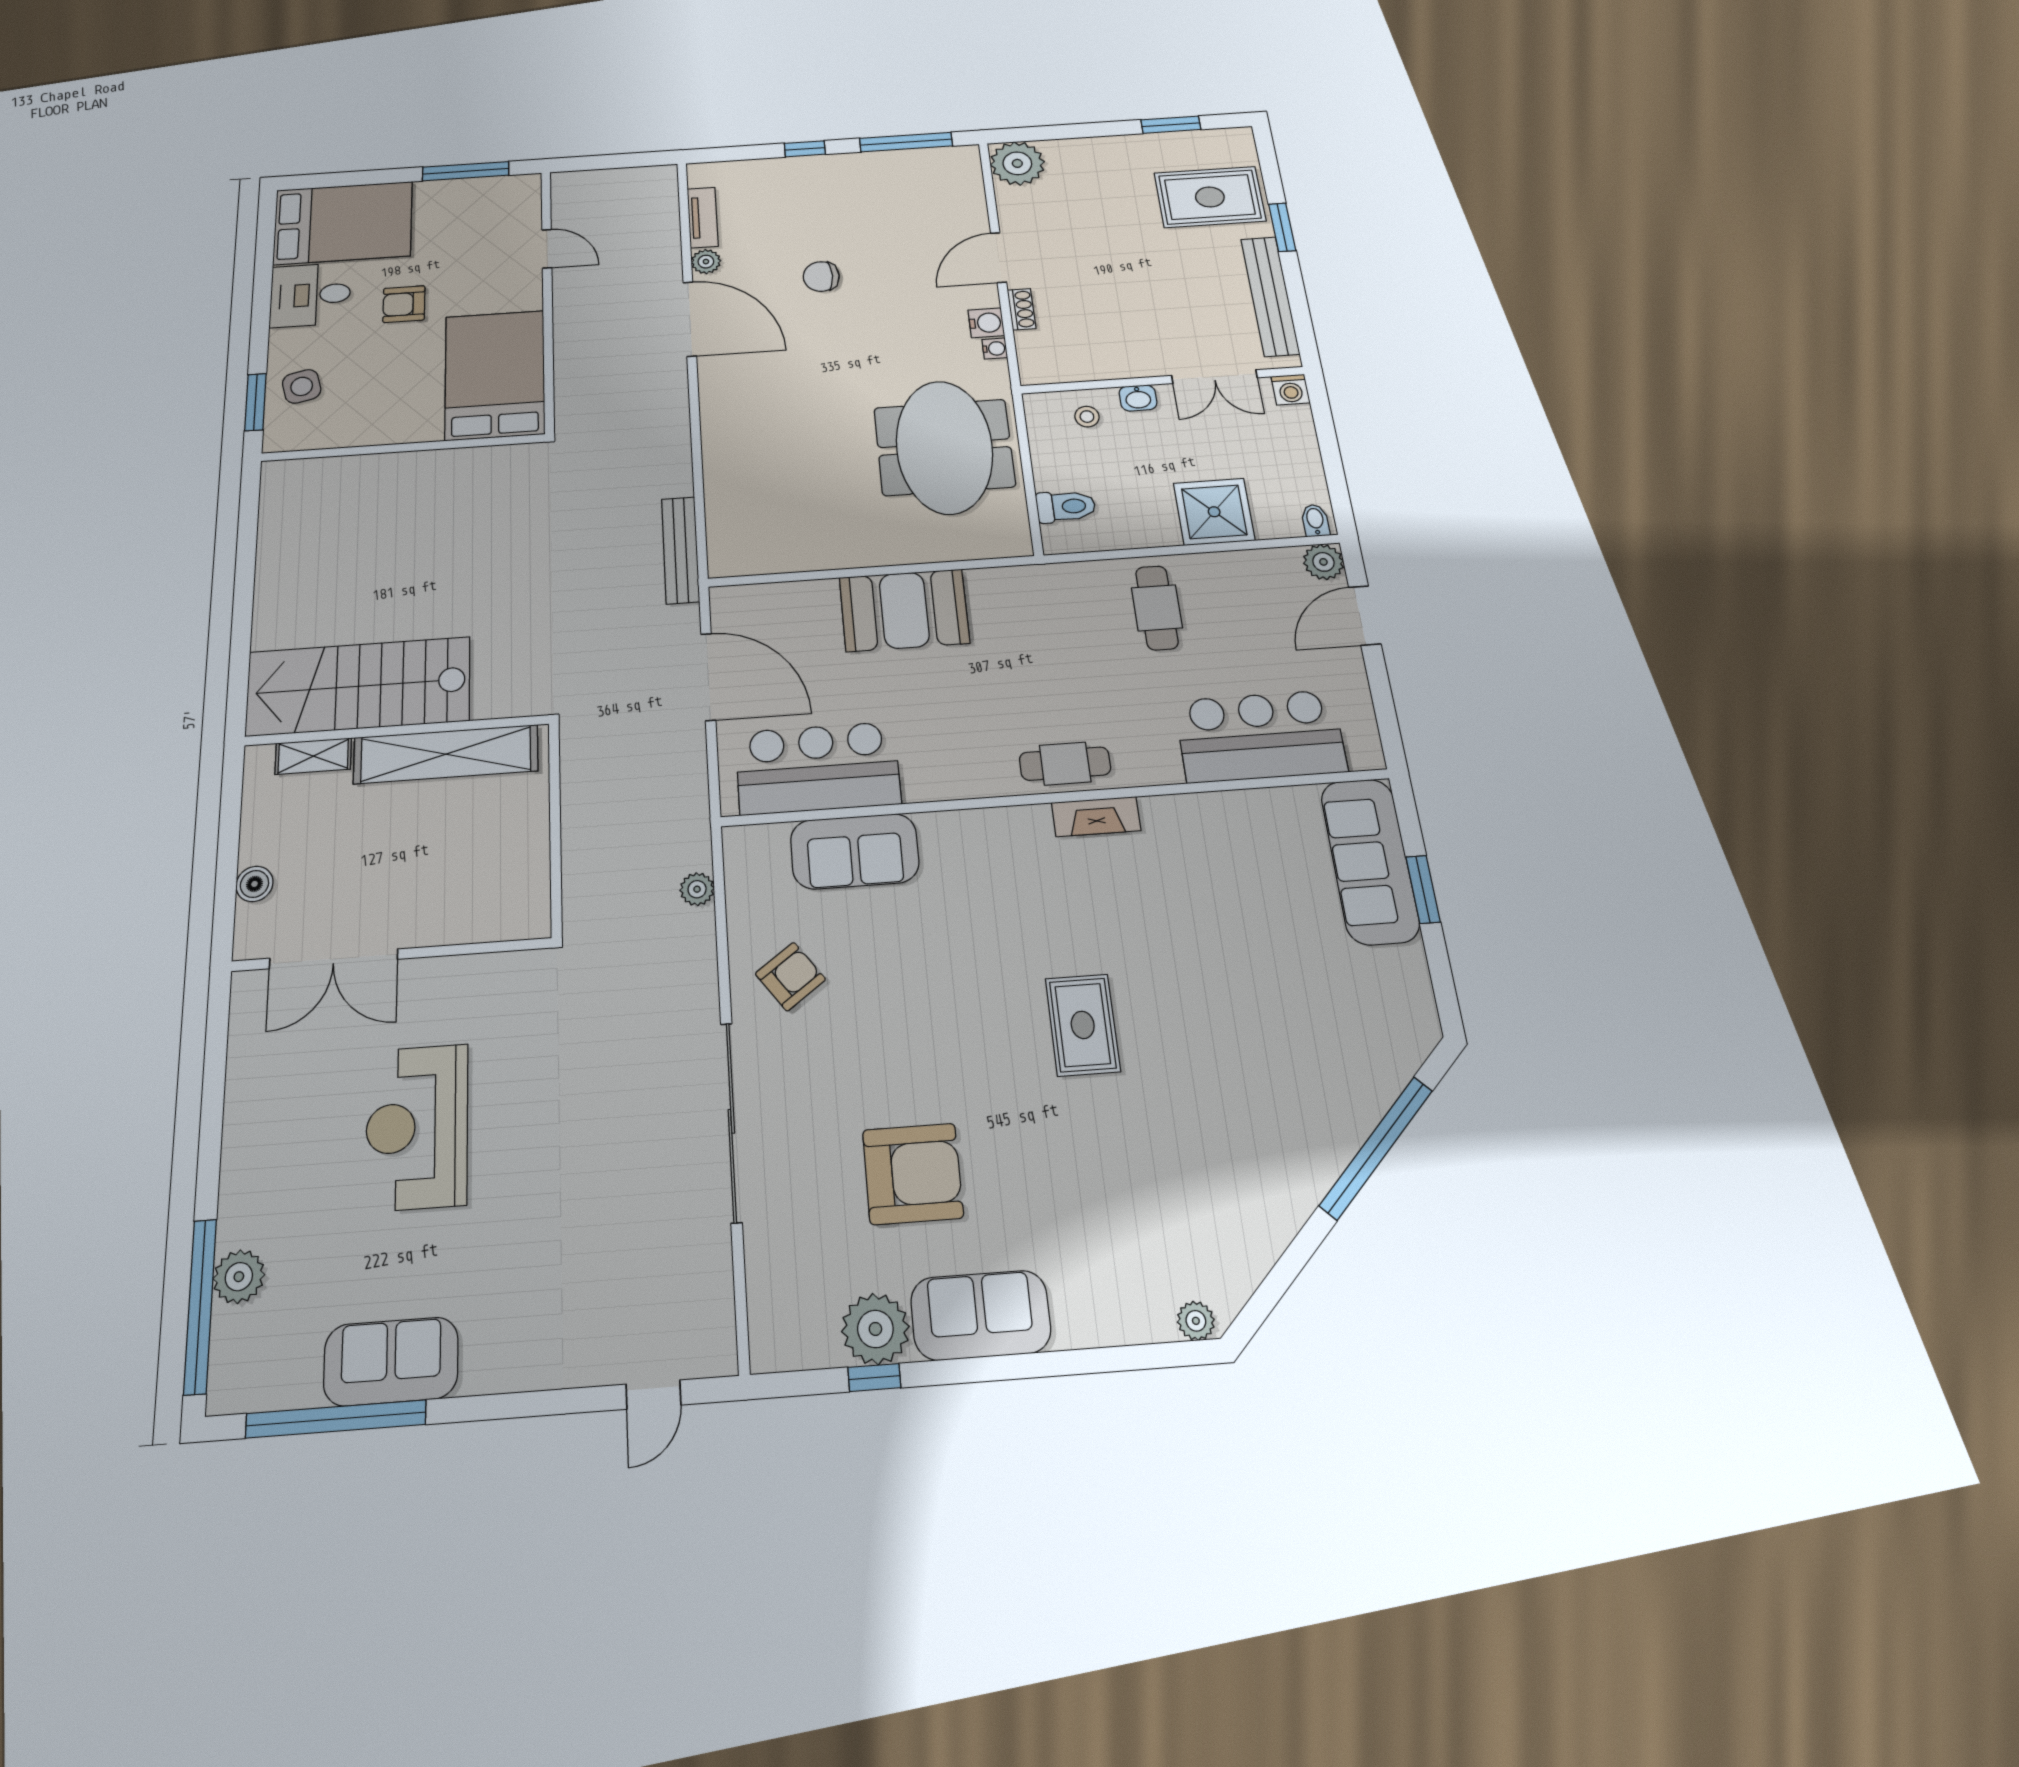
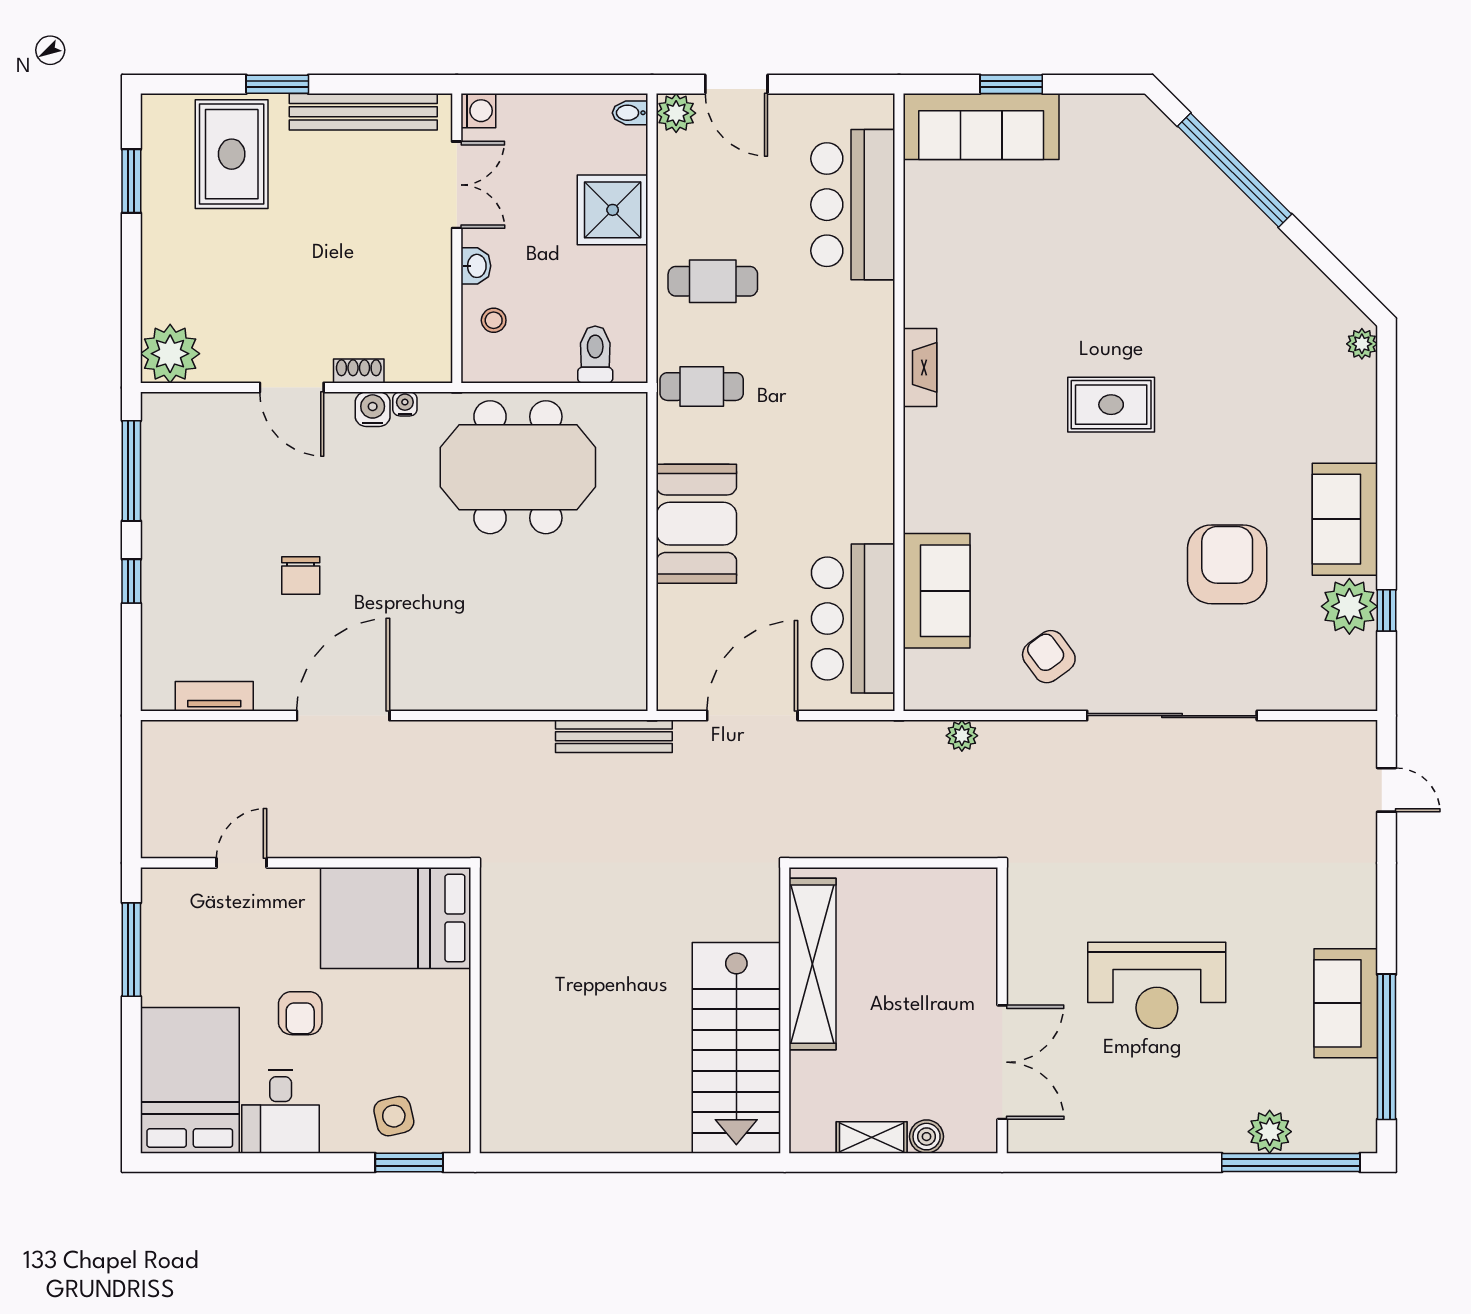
plant: (706, 262) -> (272, 695), removed
shelving: (313, 756) -> (872, 1137), moved, turned 90
cafe table: (1065, 764) -> (702, 387), moved, turned 90

